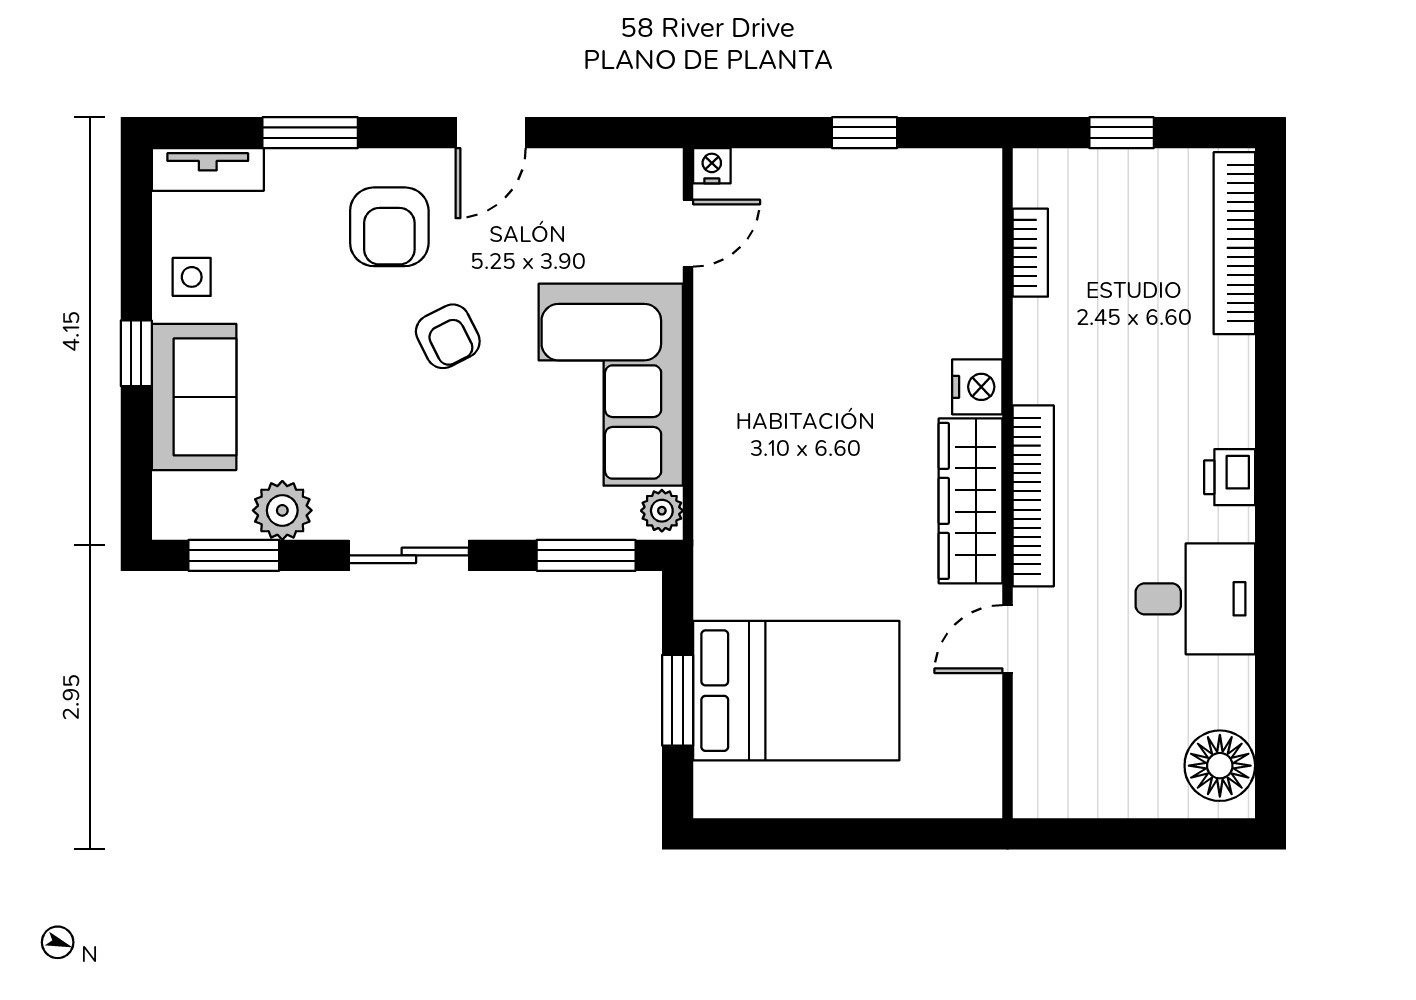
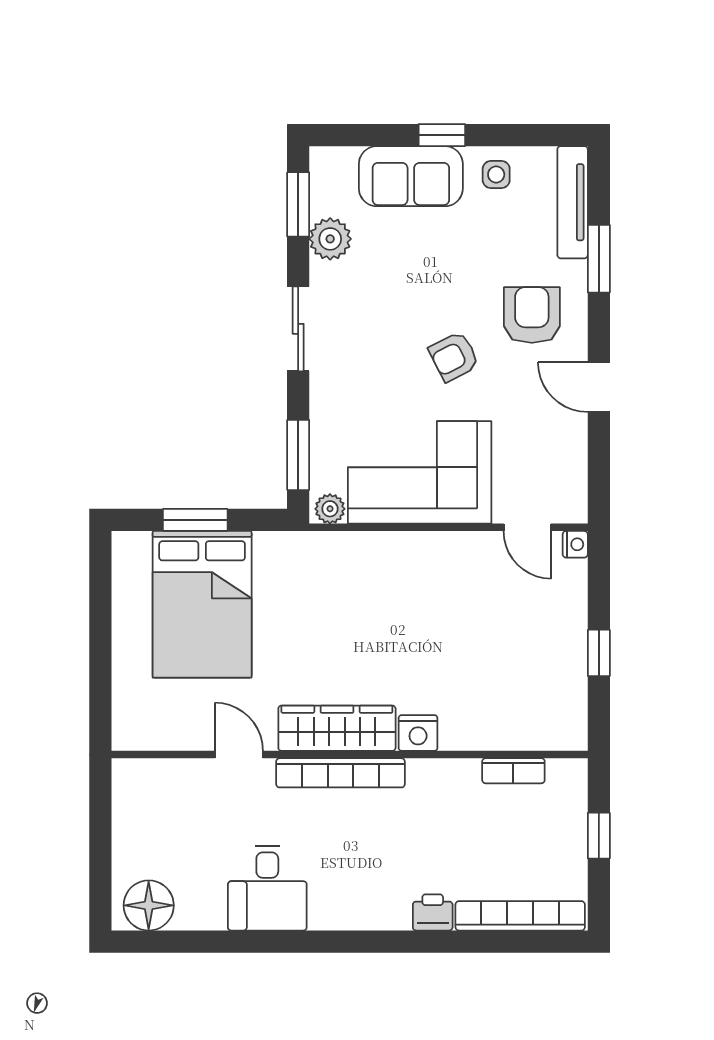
tv unit: (208, 169) -> (573, 202), width x1.41
armchair: (389, 227) -> (532, 315), turned 90
printer: (1230, 477) -> (433, 912), moved

